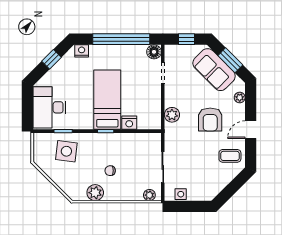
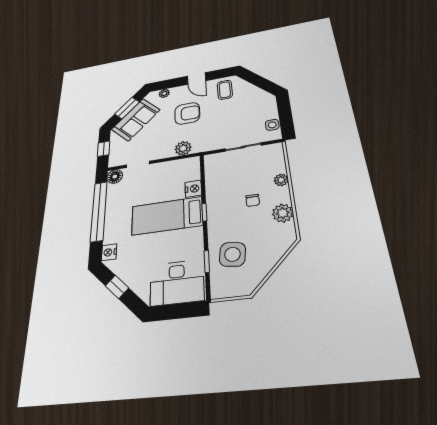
plant: (149, 195) -> (281, 180), moved

